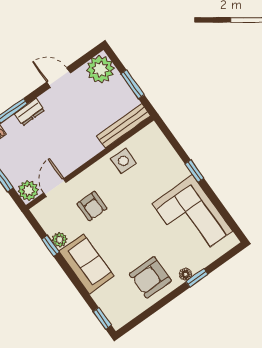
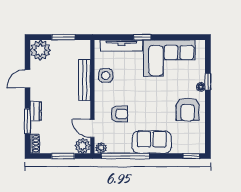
bench: (123, 126) -> (85, 80), moved
tv unit: (169, 155) -> (121, 45), added
plant: (60, 240) -> (101, 148), moved
window: (50, 246) -> (125, 156), width x3.17

